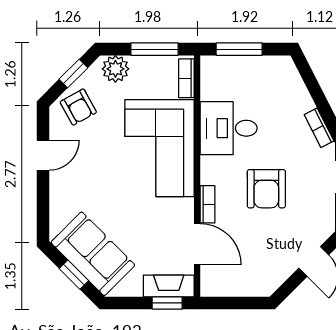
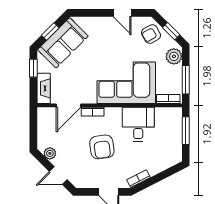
armchair: (266, 189) -> (102, 147), turned -98
plant: (277, 275) -> (50, 153), added
window: (167, 303) -> (33, 68), moved

